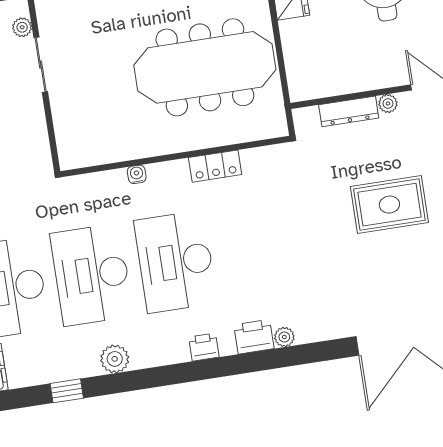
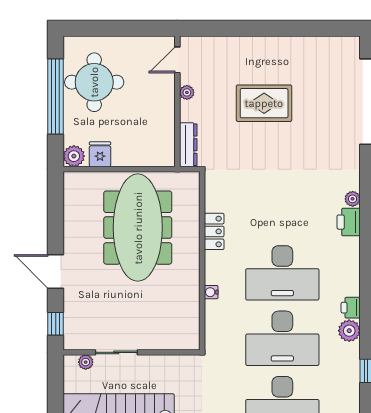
dresser: (349, 111) -> (188, 145), moved
rug: (389, 205) -> (264, 103), turned 90
printer: (204, 347) -> (351, 308), moved

